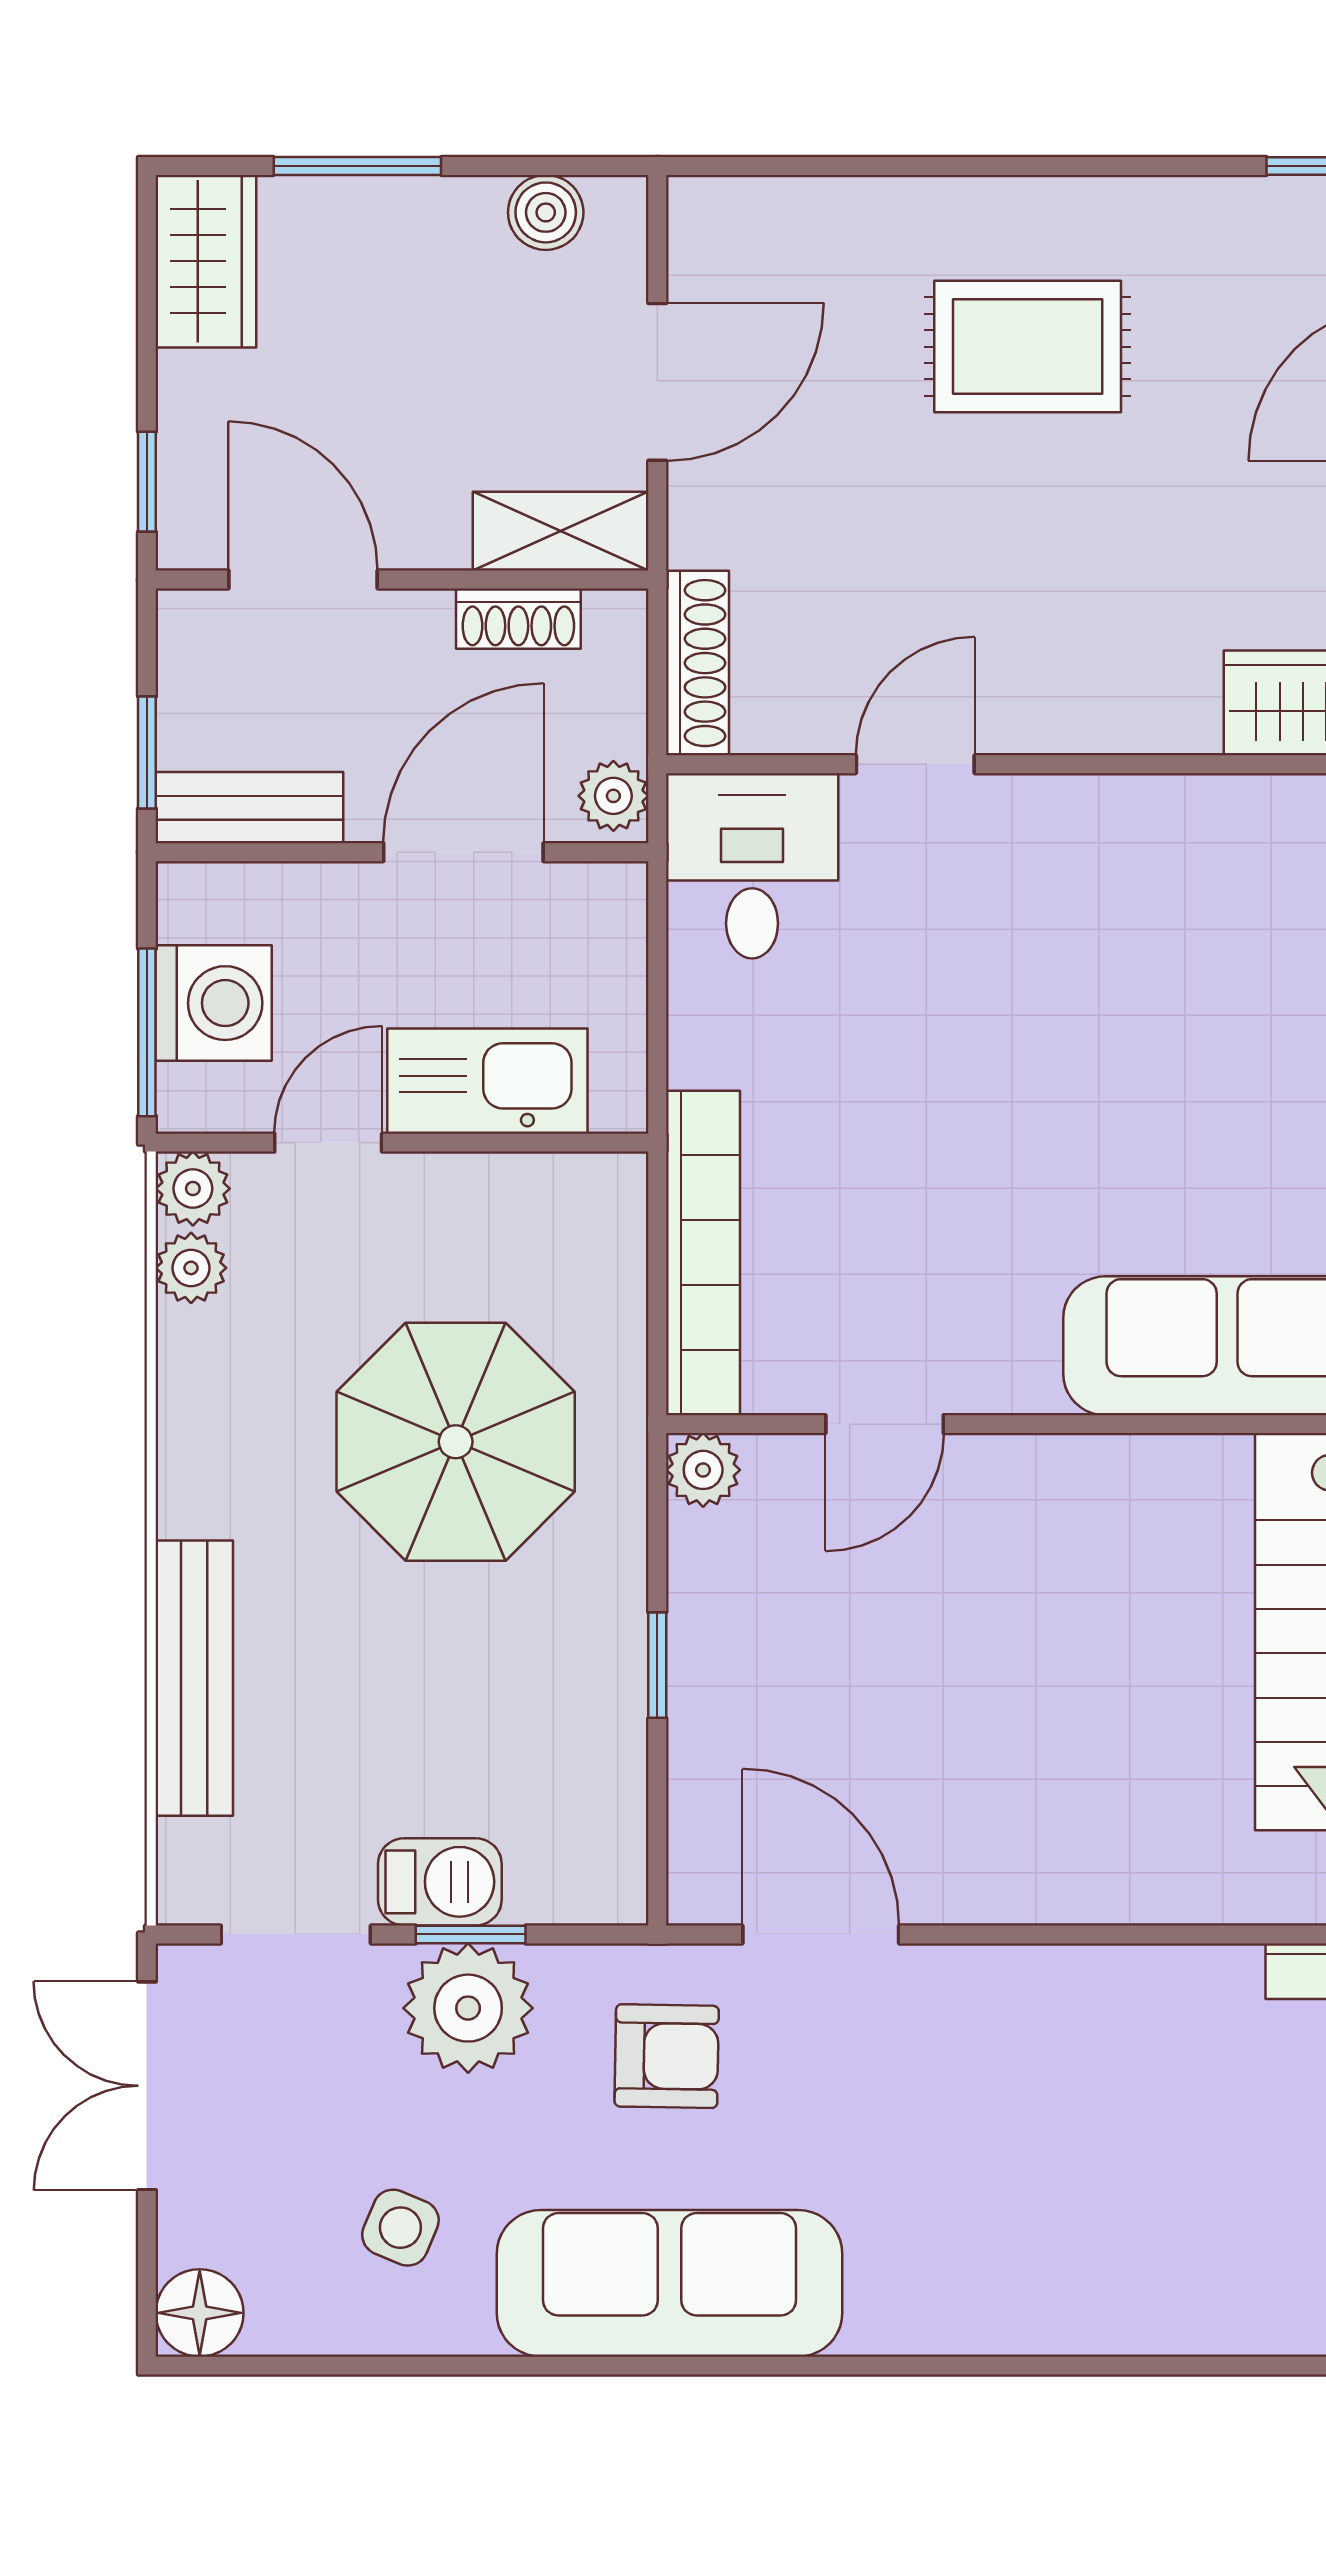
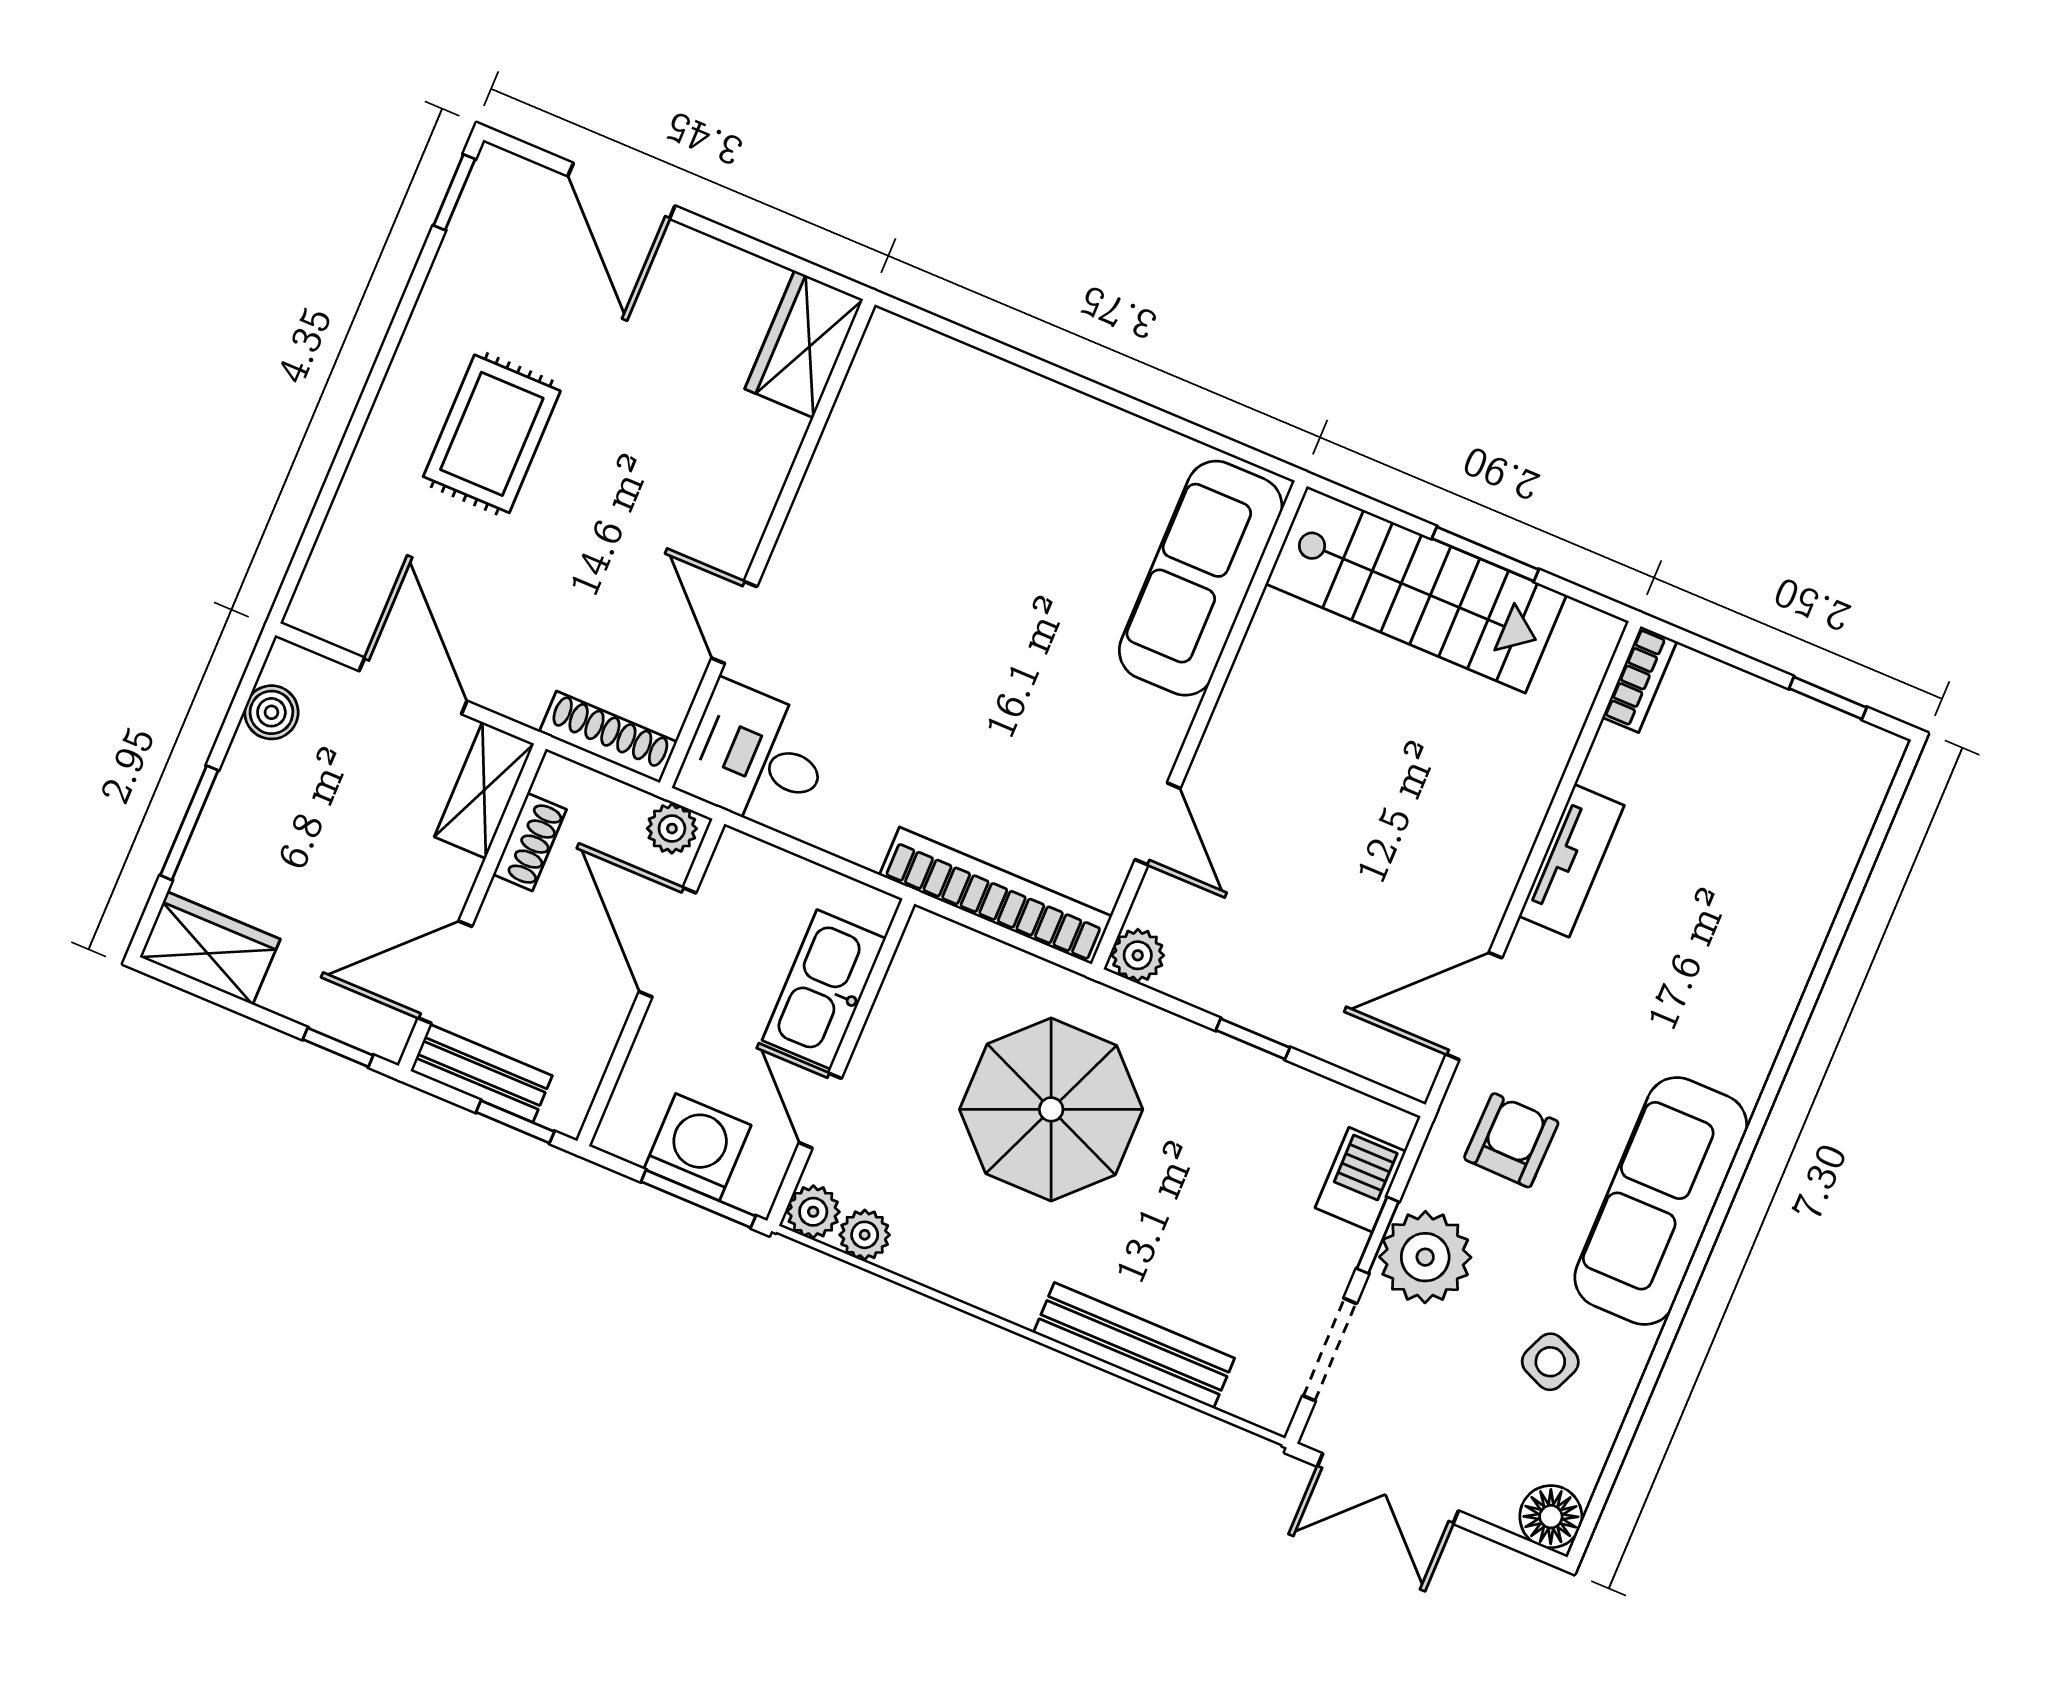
bench: (249, 808) -> (481, 1073), moved, turned 90
barbecue: (440, 1882) -> (1361, 1180), moved
tv unit: (1063, 1982) -> (1572, 861), added

